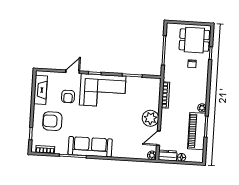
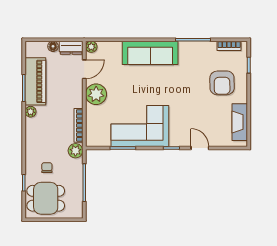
door: (73, 72) -> (200, 148), swing flipped
plant: (169, 75) -> (75, 151), added
corner sofa: (103, 91) -> (140, 126), moved
armchair: (68, 96) -> (204, 116), removed
armchair: (52, 121) -> (222, 83), turned 89
sofa: (90, 147) -> (150, 53), moved

